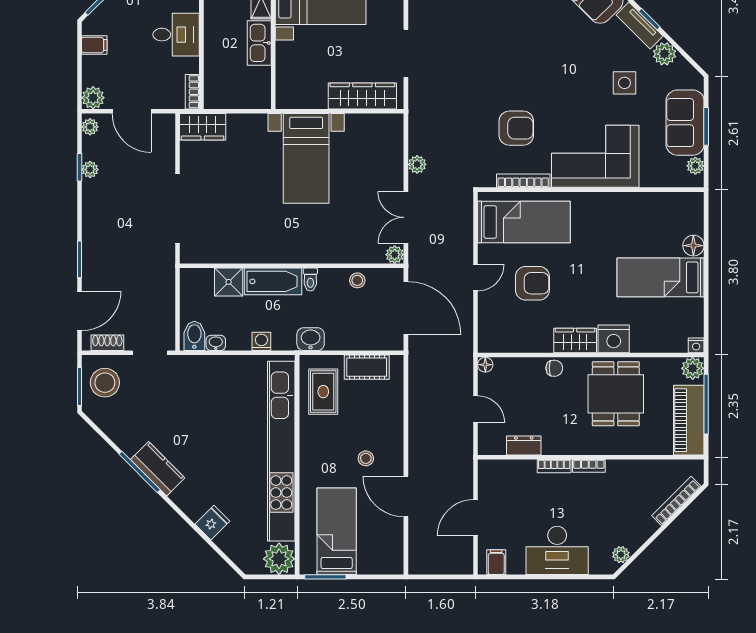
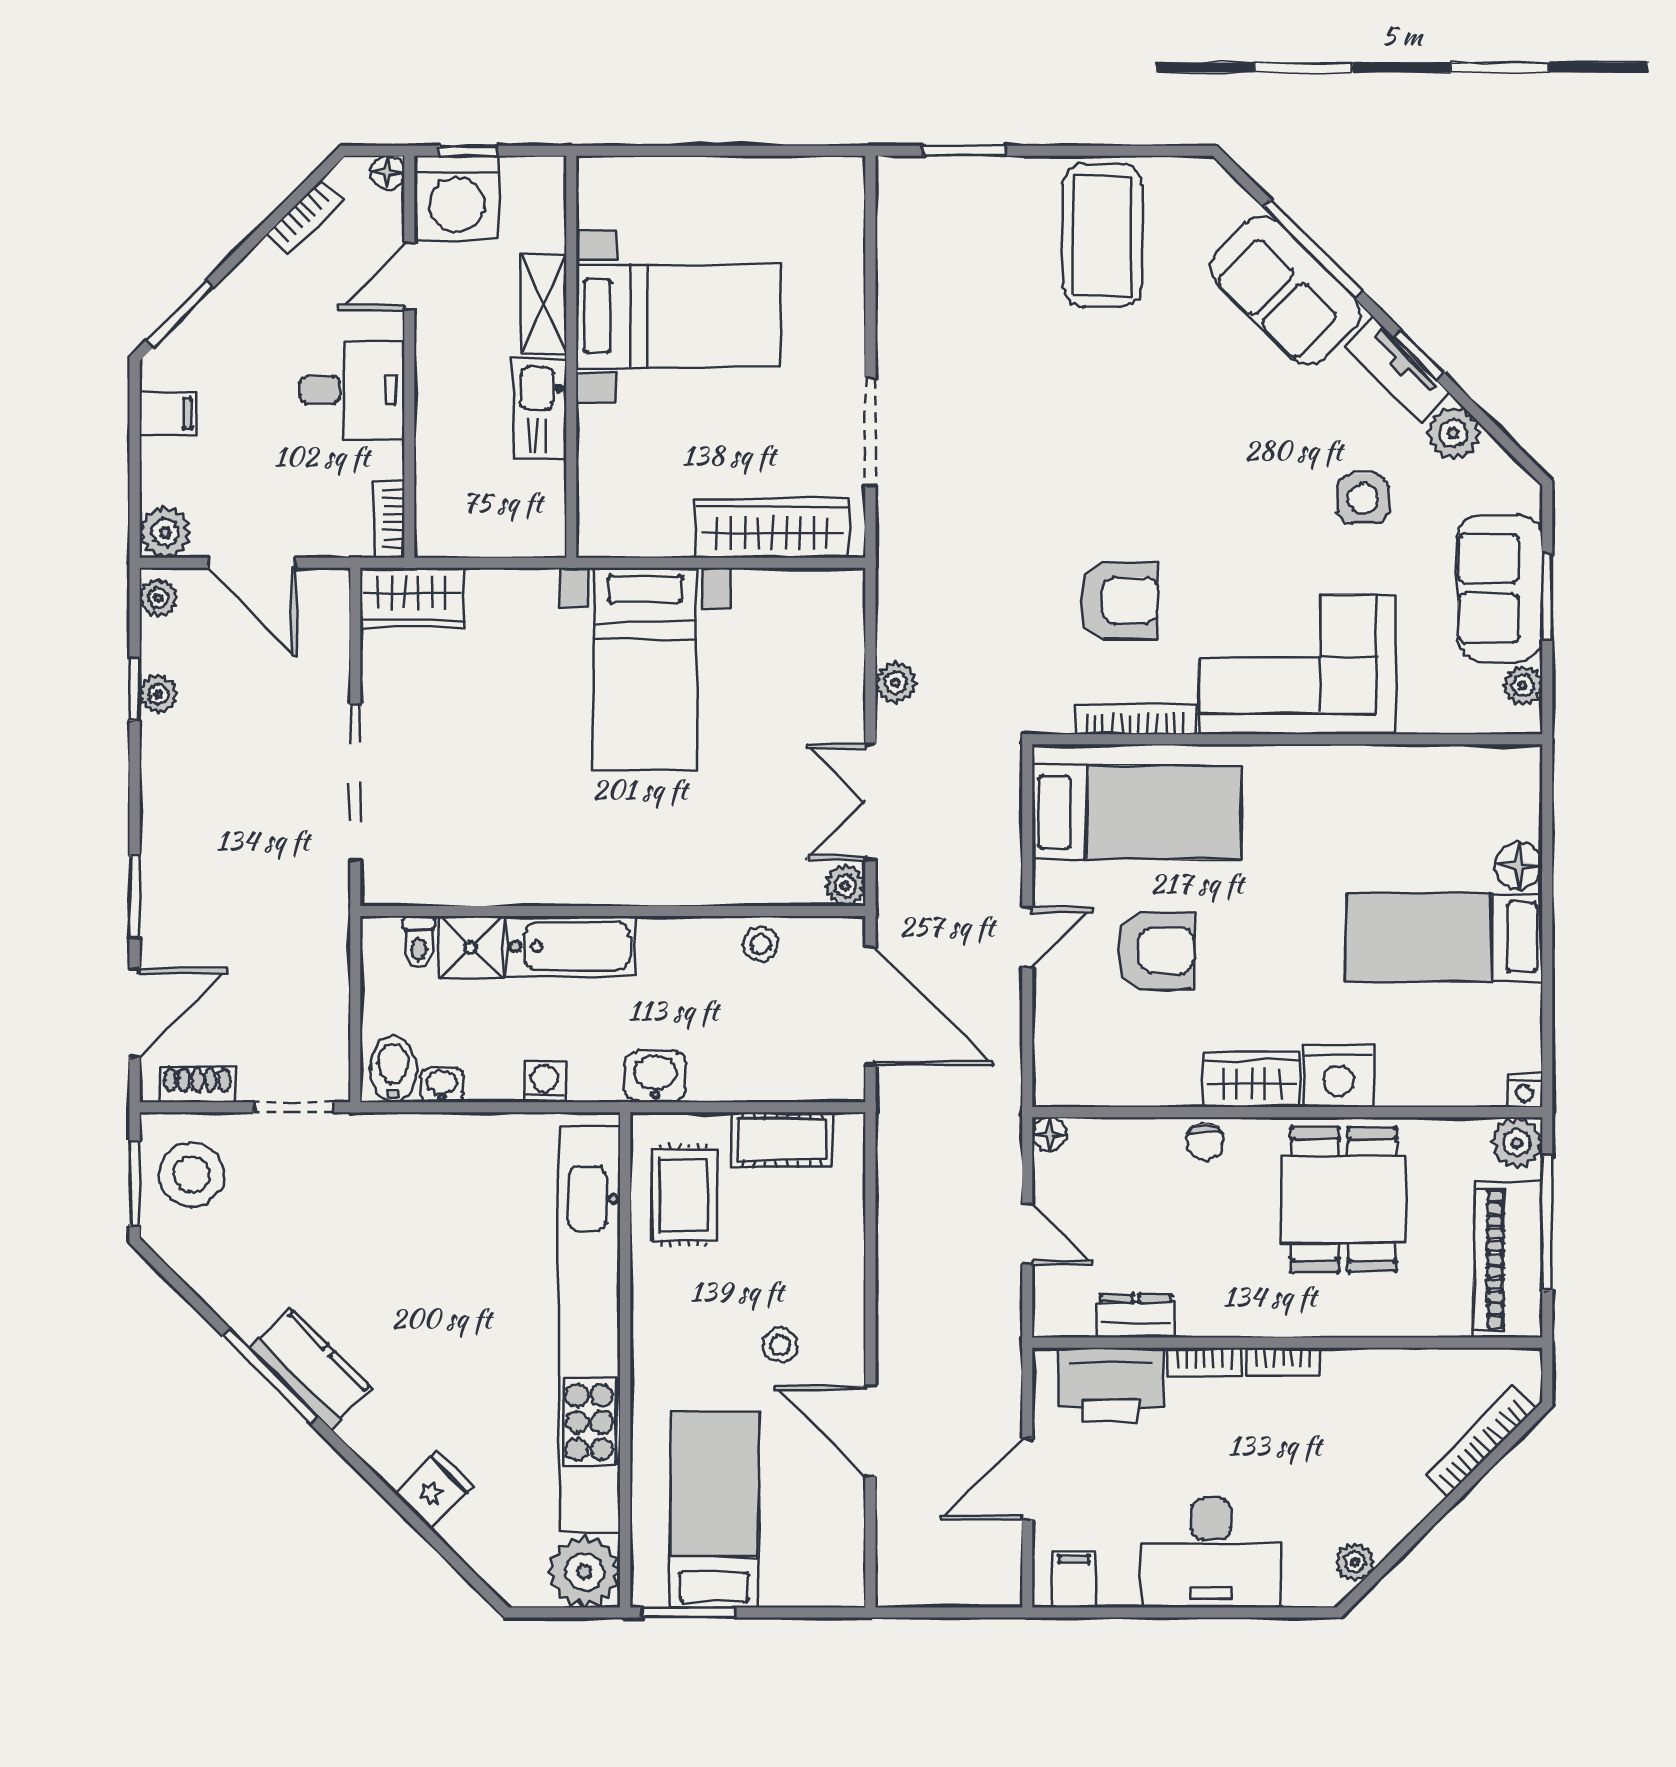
toilet: (310, 280) -> (419, 942), moved
chair: (554, 368) -> (1205, 1142), turned 90
printer: (513, 476) -> (1111, 1385), added

